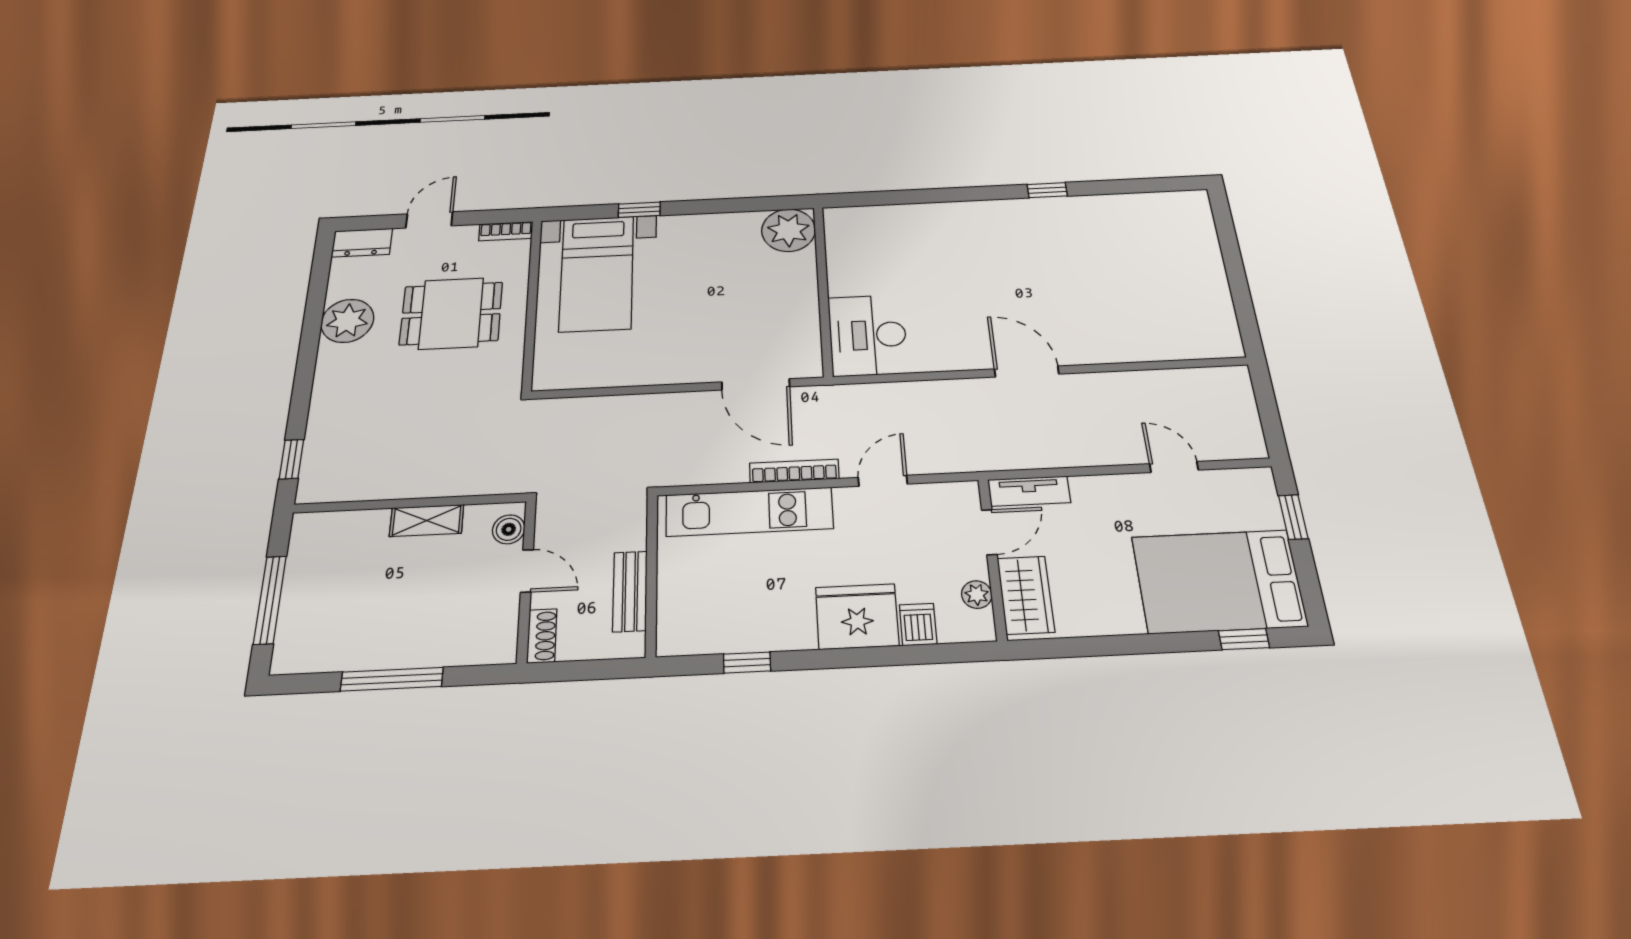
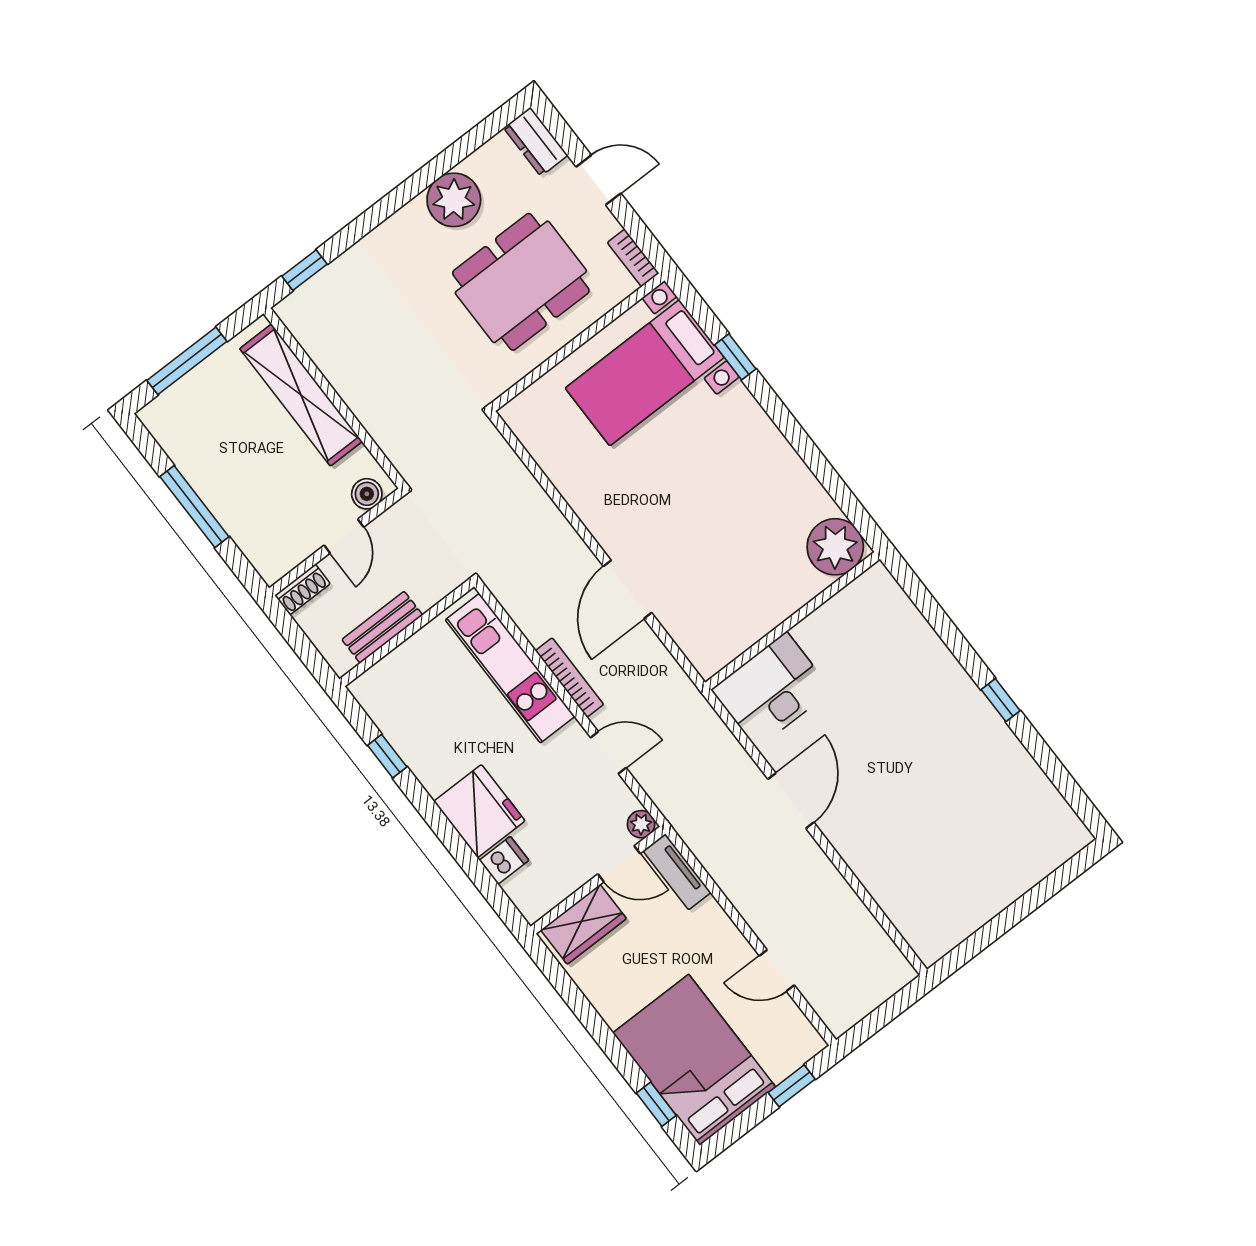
plant: (788, 230) -> (835, 547), moved
wall: (823, 290) -> (793, 621), moved
dining table: (451, 313) -> (521, 282), width x1.38
desk: (868, 335) -> (772, 690), moved
door: (1174, 467) -> (777, 970), swing flipped
shelving: (427, 521) -> (301, 395), width x2.20, depth x1.33
plant: (977, 595) -> (641, 824), moved

